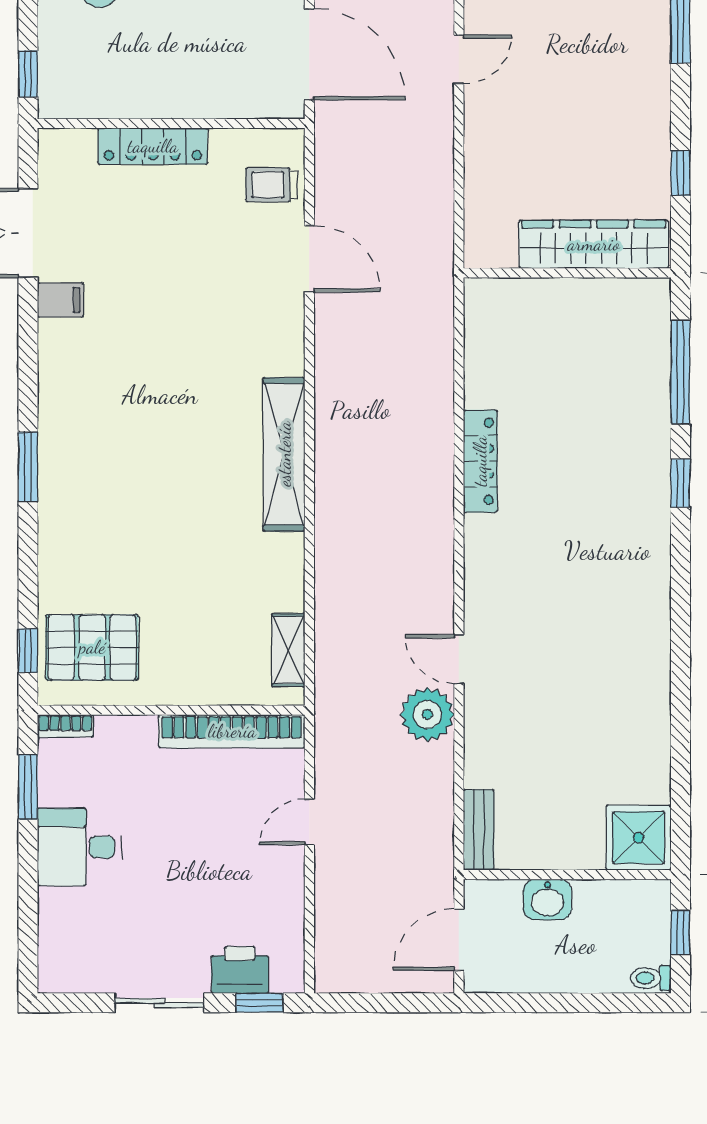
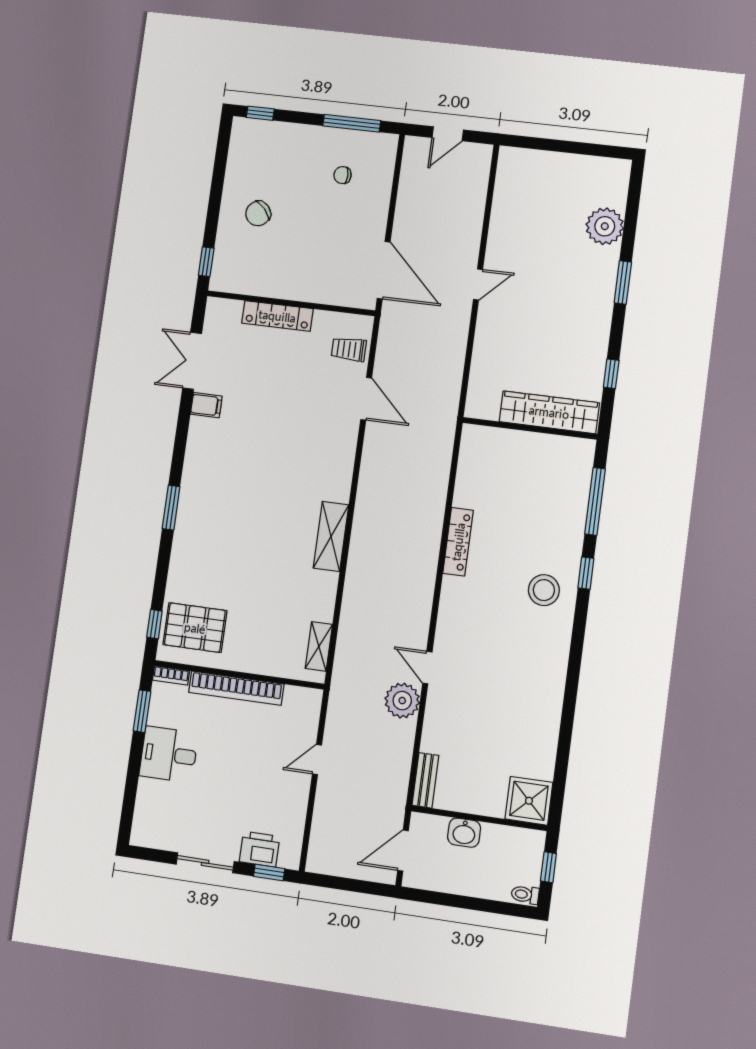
shelving: (284, 454) -> (331, 536), width x0.68
stool: (620, 517) -> (544, 590), added
bookcase: (232, 731) -> (236, 688), moved

